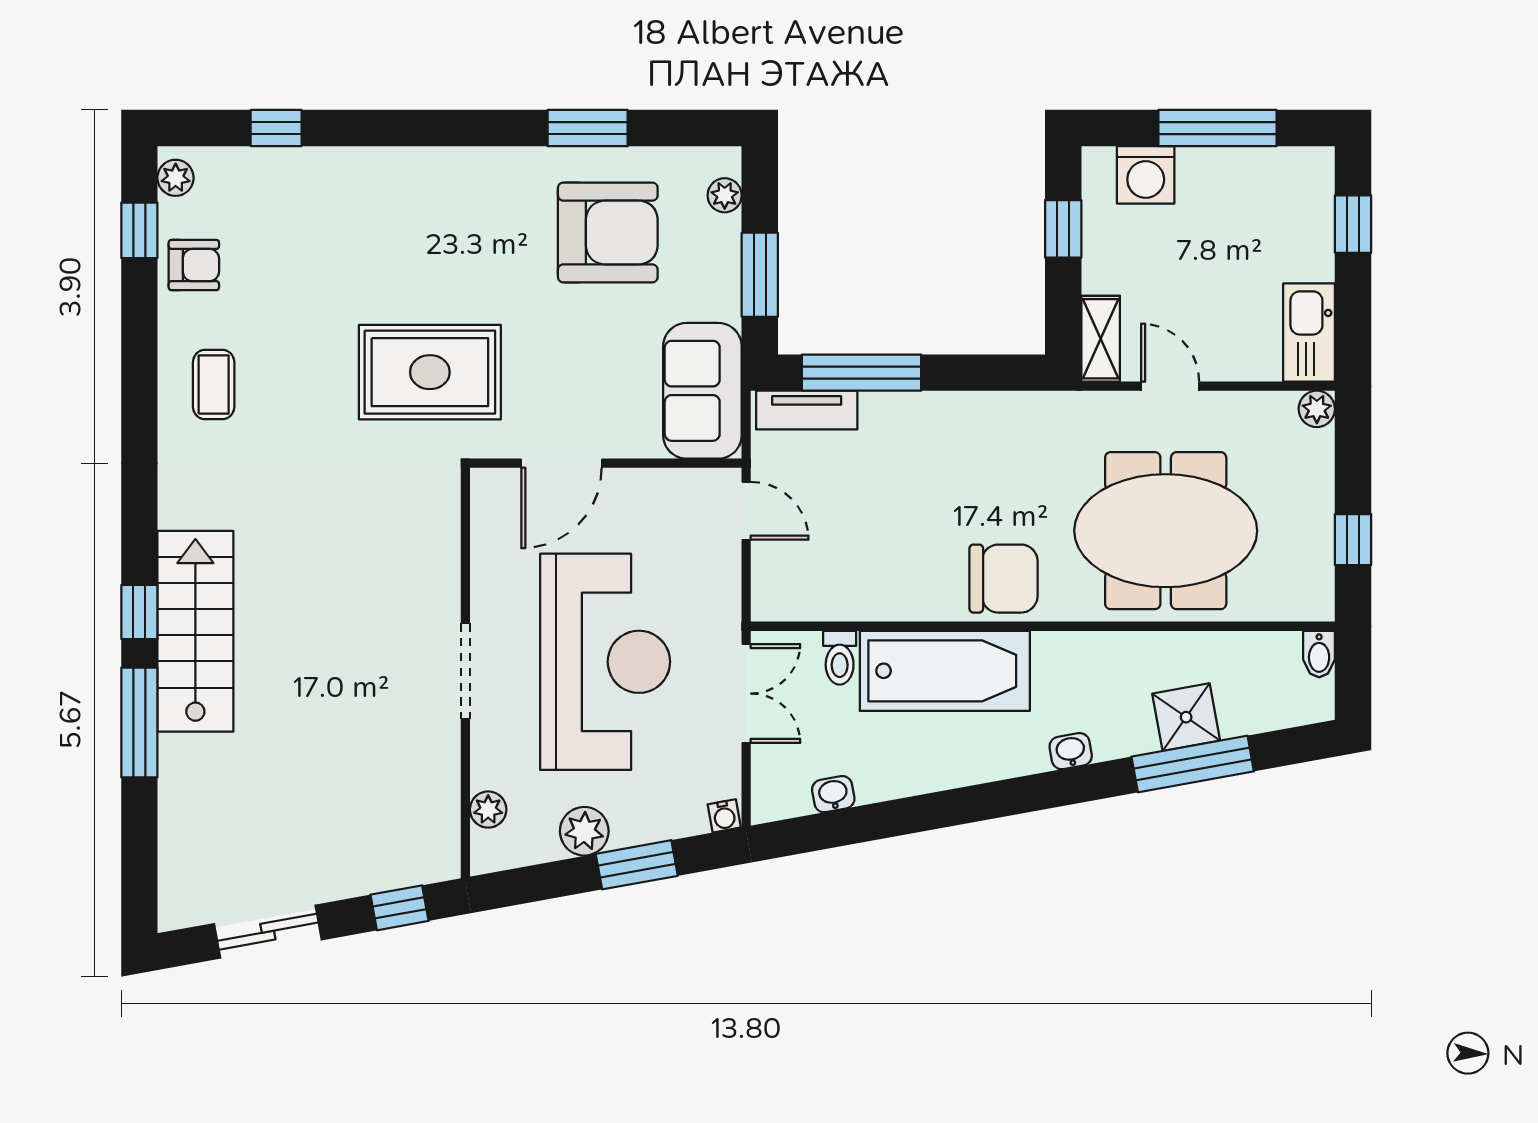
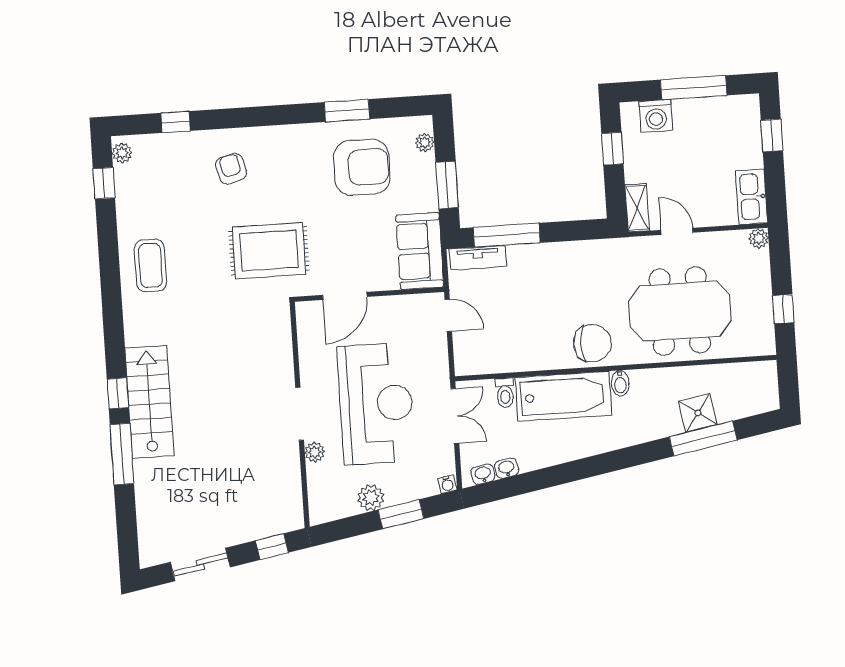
armchair: (194, 265) -> (231, 169), moved, turned -104
coffee table: (214, 385) -> (150, 265), width x1.36, depth x1.30
bidet: (1319, 654) -> (620, 383), moved
washbasin: (1071, 751) -> (483, 474), moved
plant: (488, 810) -> (315, 452), moved

